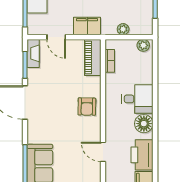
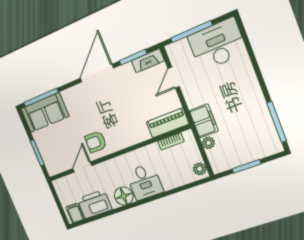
filing cabinet: (87, 26) -> (204, 121), moved
armchair: (87, 107) -> (96, 142), moved

